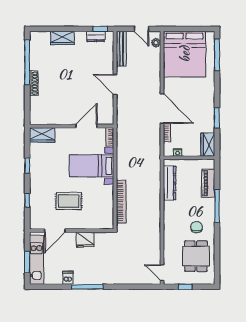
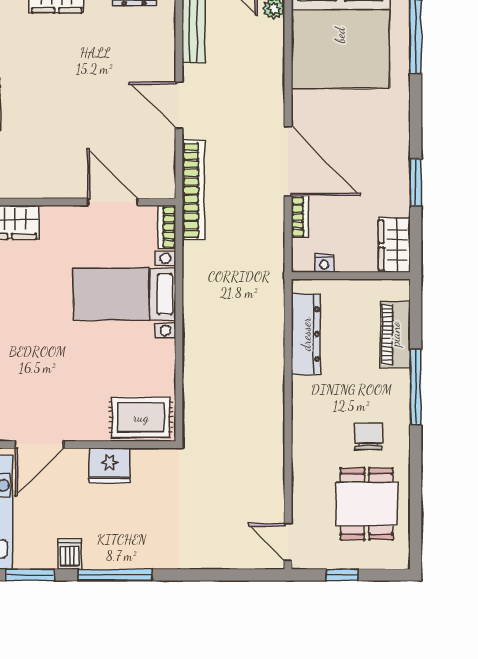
door: (86, 126) -> (113, 202), hinge flipped
rug: (69, 201) -> (141, 417), moved
bookcase: (121, 202) -> (194, 190), moved
window: (51, 287) -> (30, 575), added

